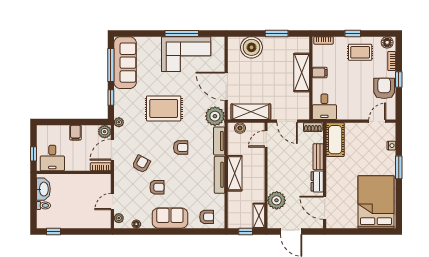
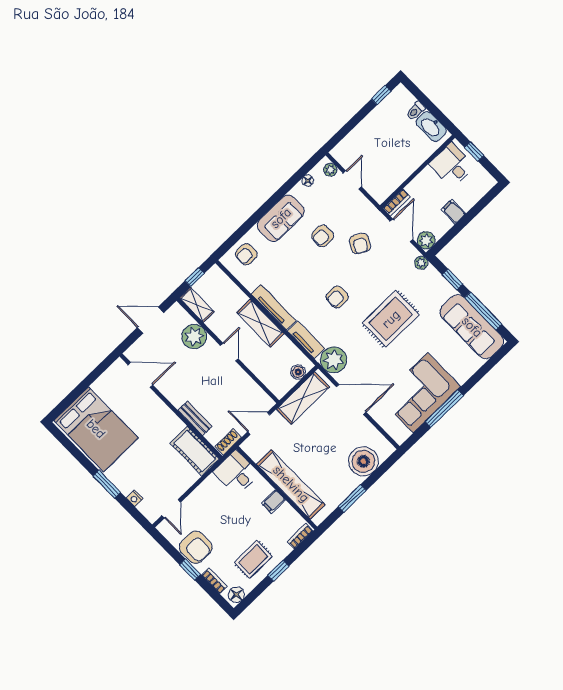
shelving: (302, 73) -> (291, 484), width x1.47
door: (266, 139) -> (229, 352), moved
dresser: (317, 181) -> (173, 393), removed

